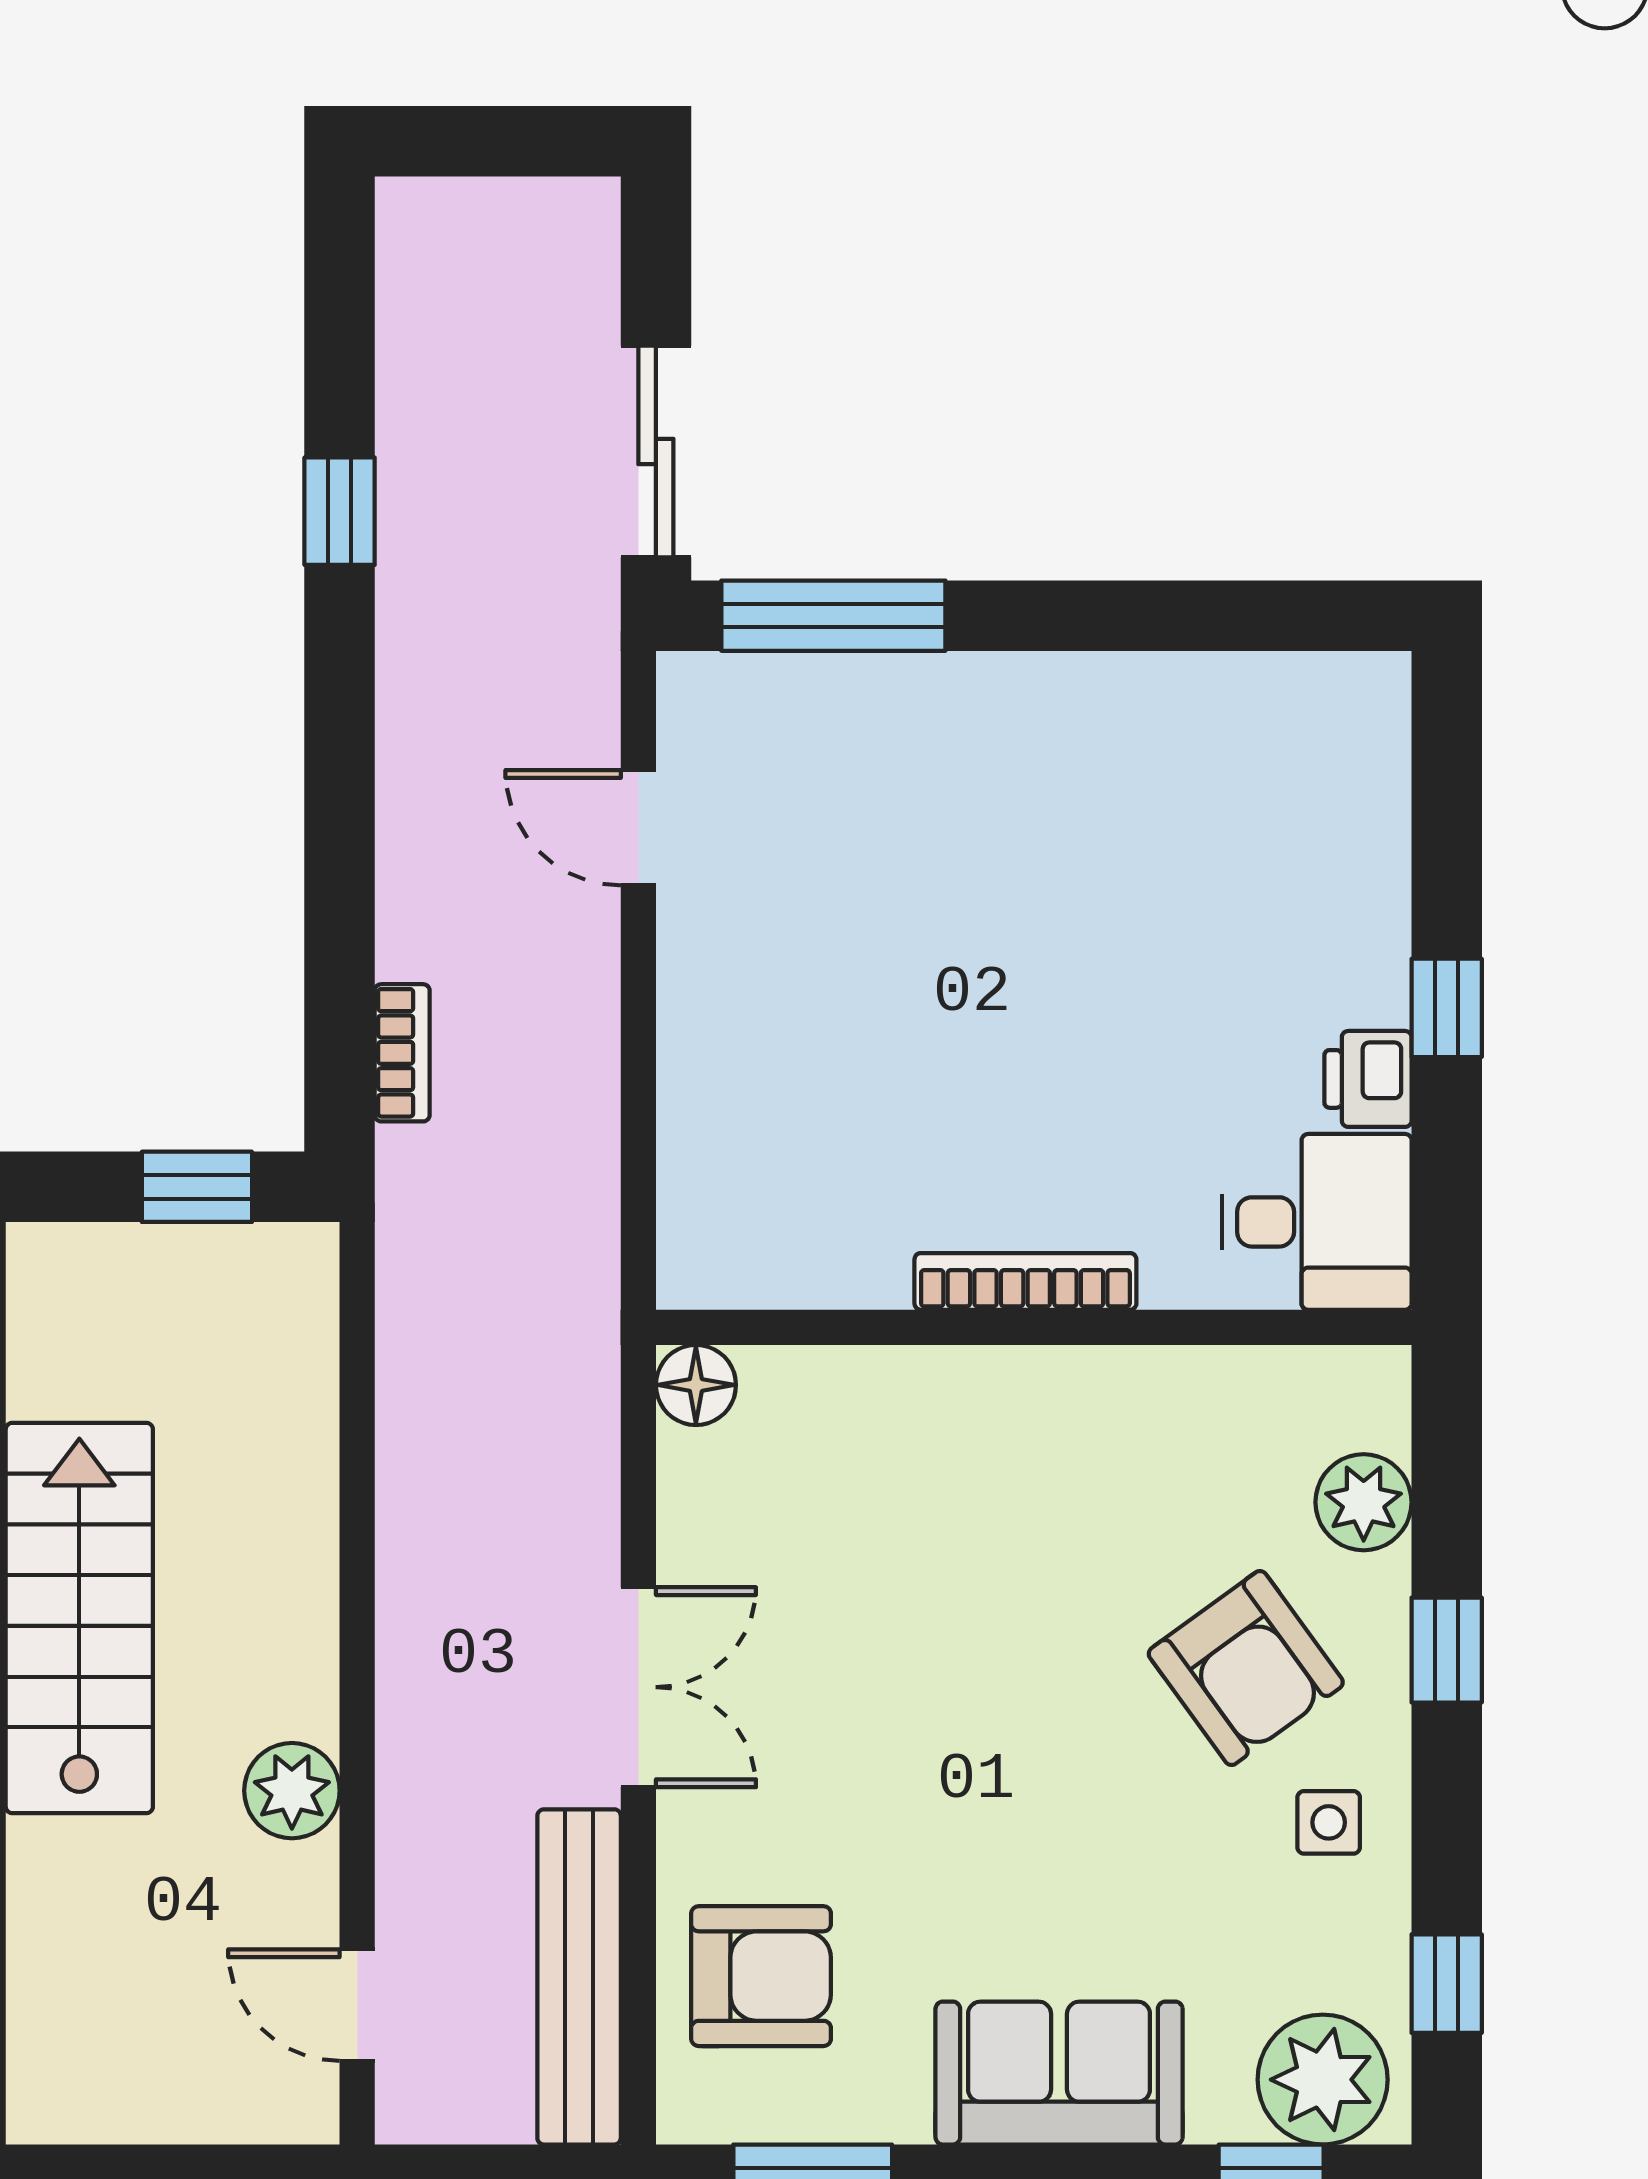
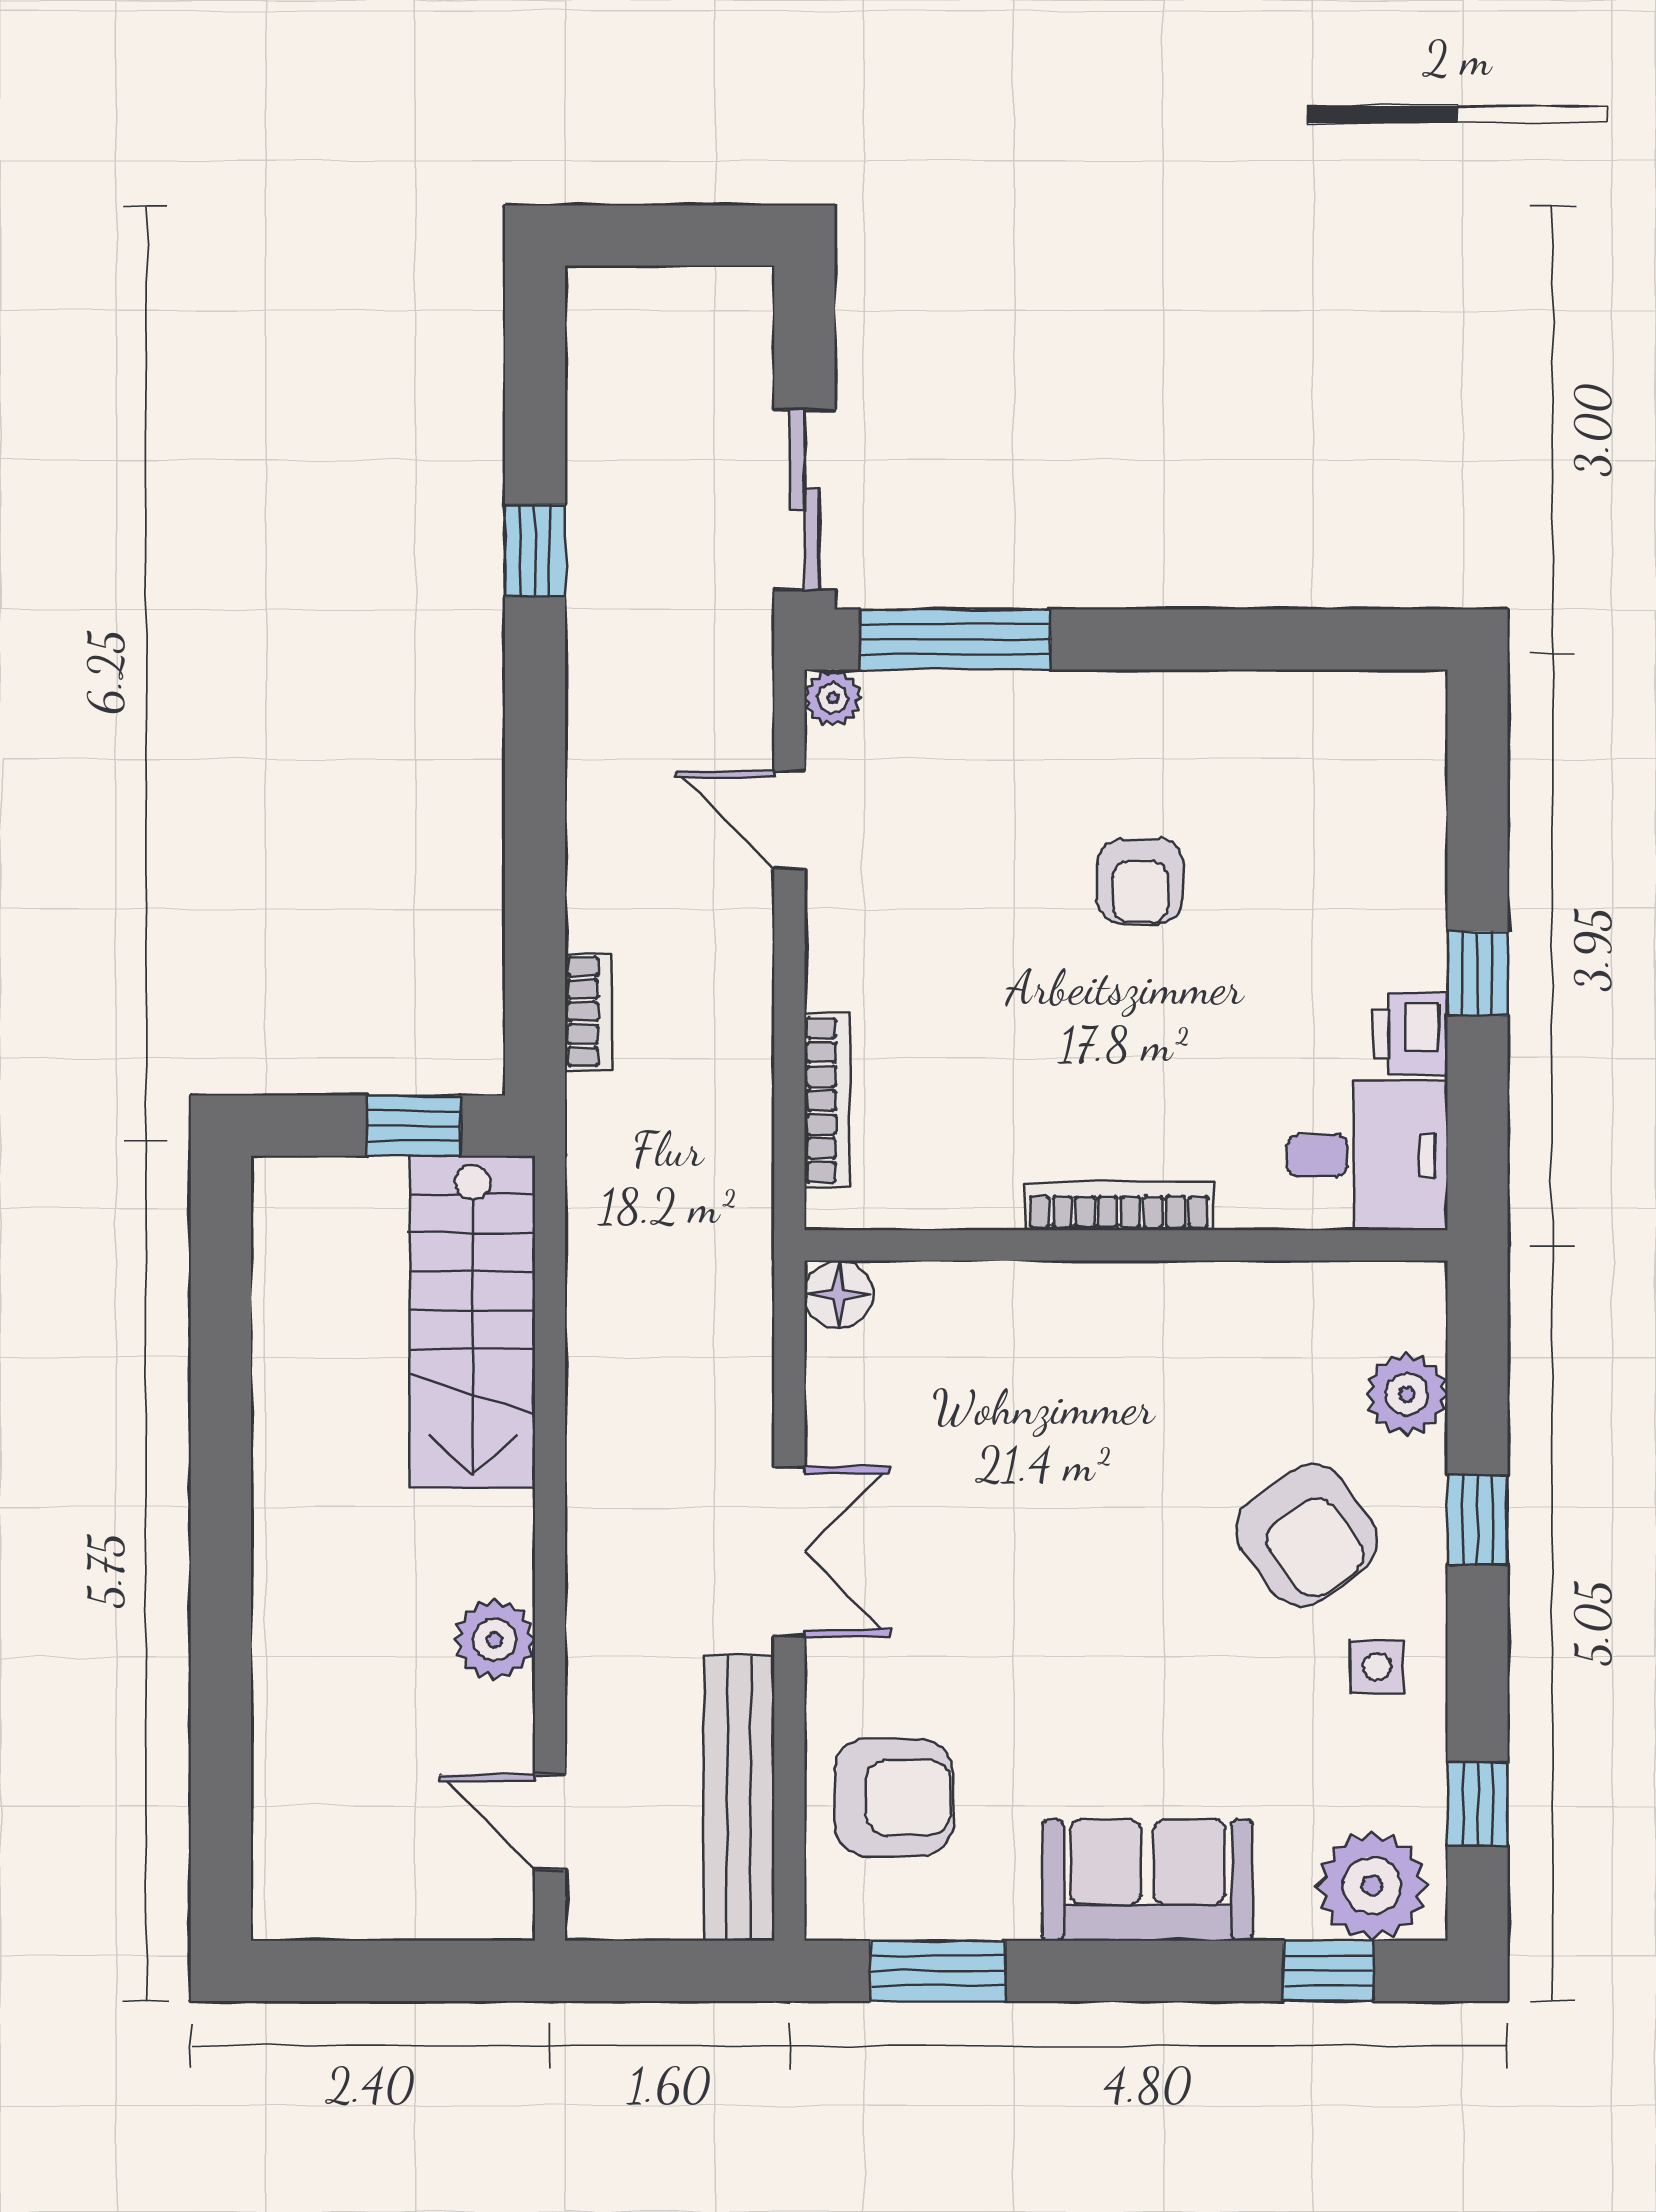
plant: (689, 684) -> (833, 698), added
armchair: (1050, 900) -> (1140, 881), added
bookcase: (682, 1157) -> (827, 1100), added
stairs: (79, 1618) -> (472, 1322), moved, turned 180

